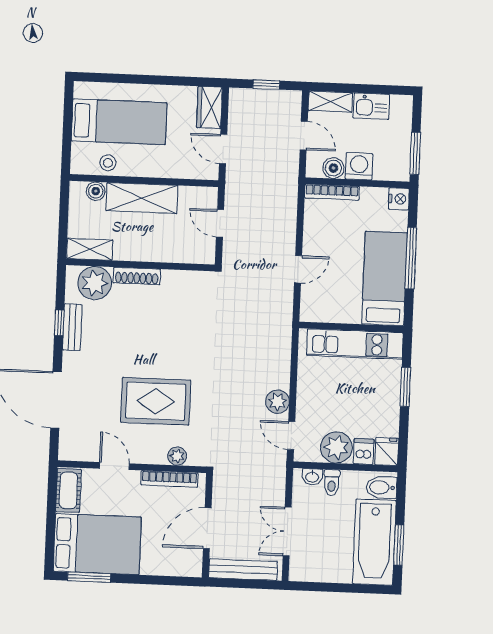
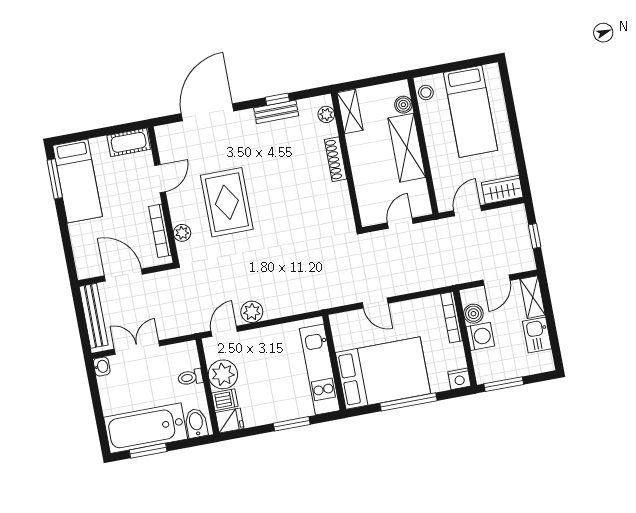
stool: (108, 163) -> (426, 93), moved
bed: (385, 279) -> (383, 373), width x1.50
plant: (95, 283) -> (326, 114), width x0.53, depth x0.53
washbasin: (312, 477) -> (102, 367), moved, turned 180
bed: (97, 544) -> (77, 181), width x0.67

